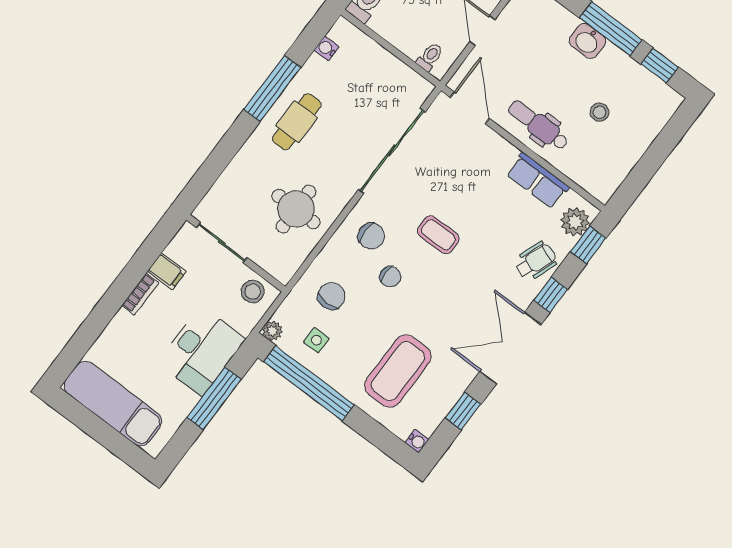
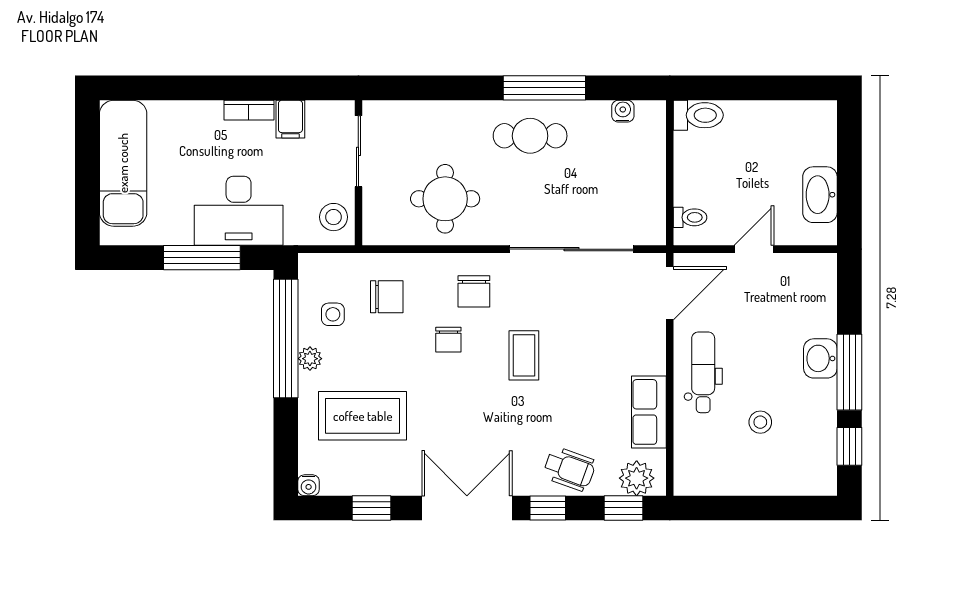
plant: (272, 331) -> (310, 359), moved

